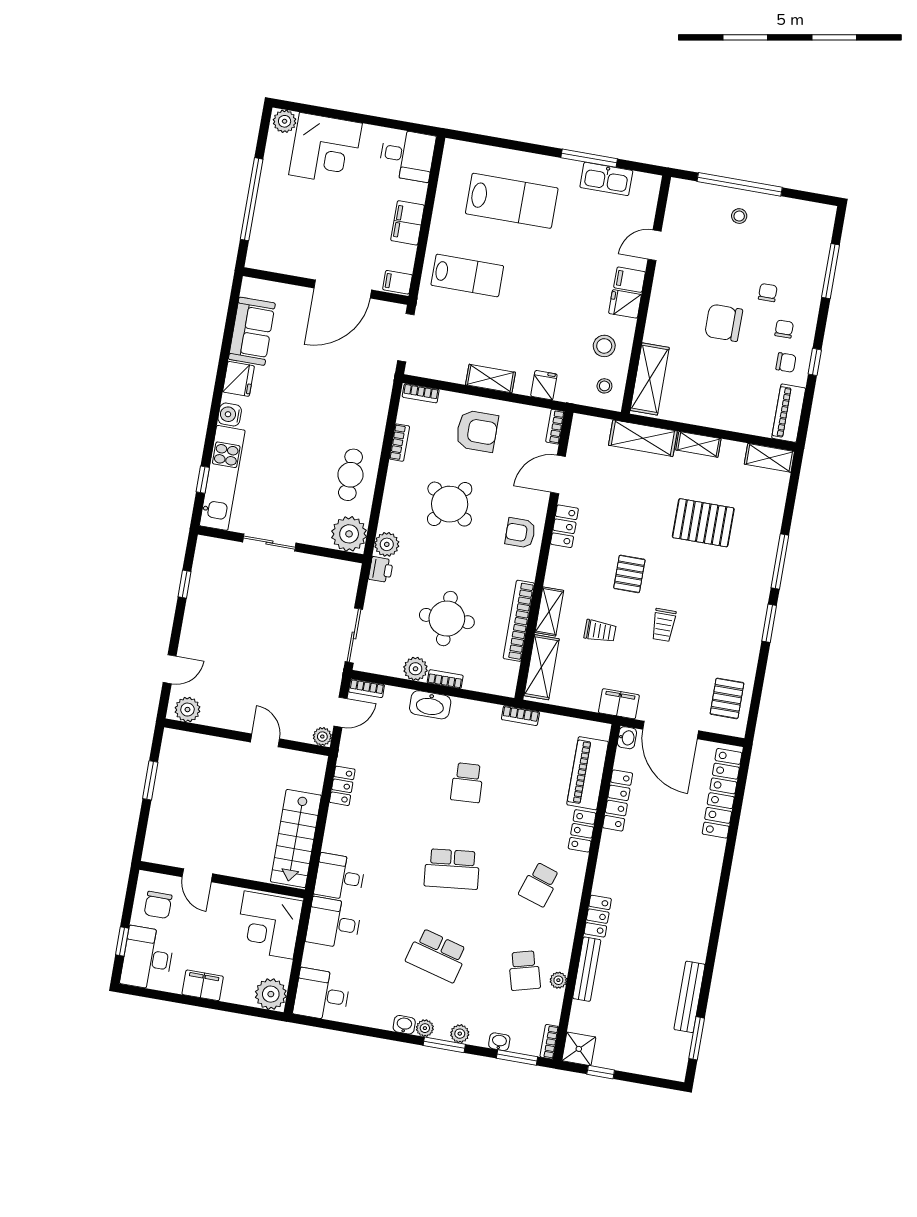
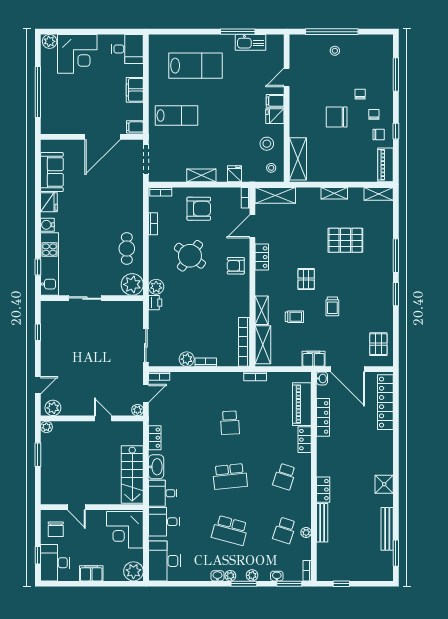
shelving: (643, 438) -> (275, 195), moved
round table: (447, 619) -> (200, 325), removed
bookcase: (519, 621) -> (244, 342), moved
washbasin: (430, 705) -> (156, 467), moved, turned -90
plant: (172, 738) -> (46, 427), added
school desk: (524, 971) -> (285, 530), turned 33
desk: (322, 995) -> (164, 561), width x1.37
shower: (579, 1049) -> (384, 484), moved

